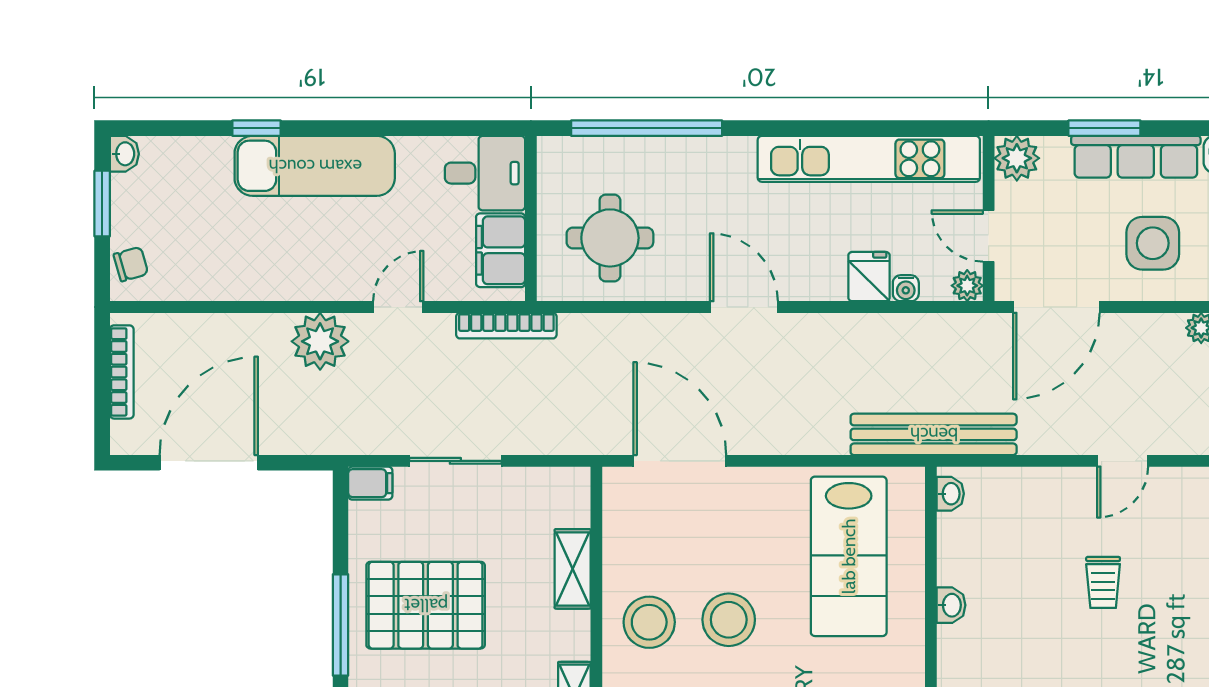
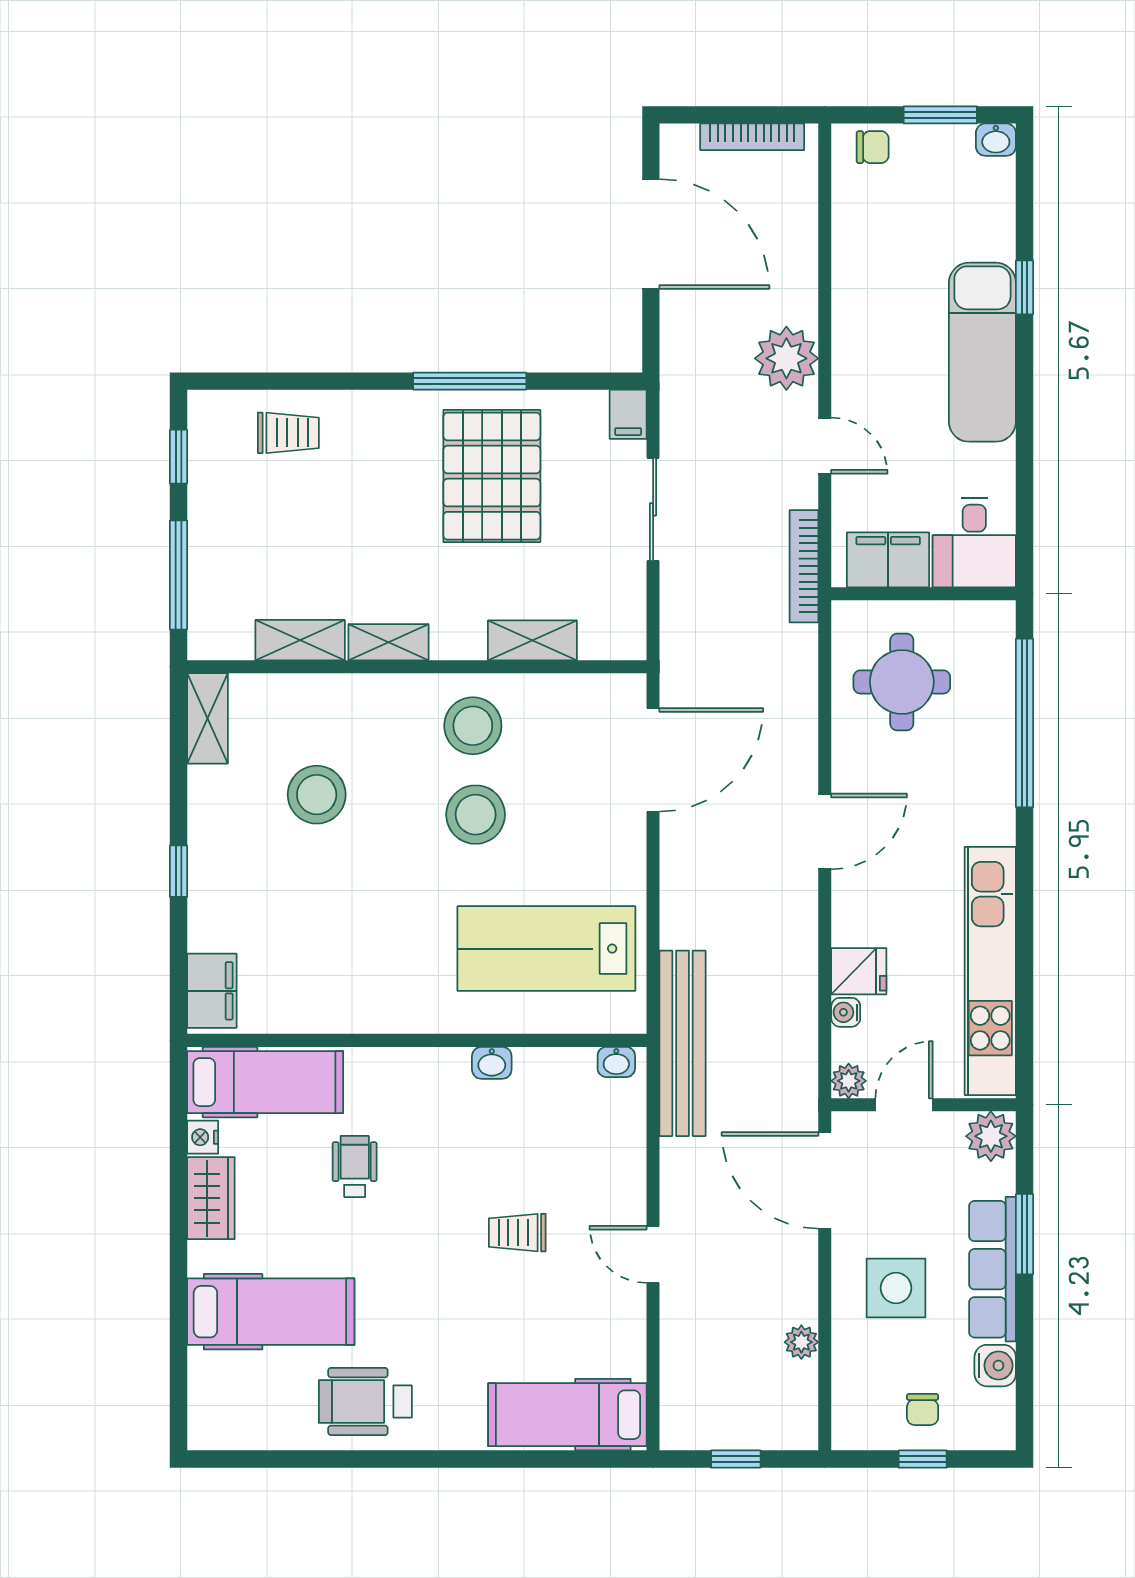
chair: (131, 264) -> (873, 147), turned -74

